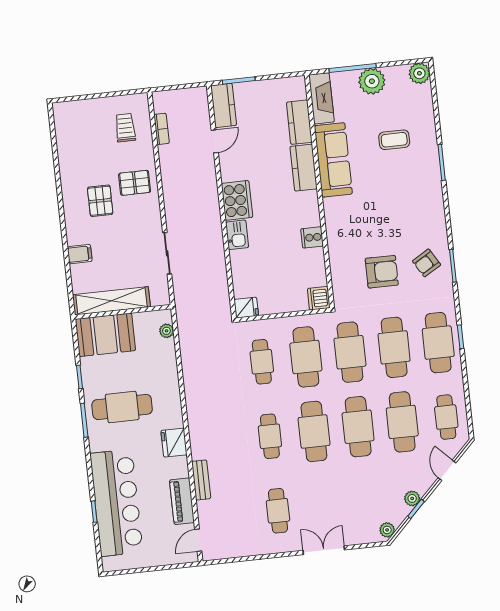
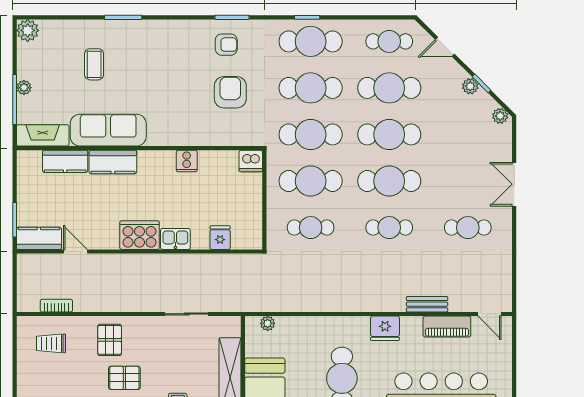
plant: (372, 81) -> (24, 88), width x0.53, depth x0.53
armchair: (427, 263) -> (226, 45), turned -59
fridge: (246, 308) -> (220, 238), moved

